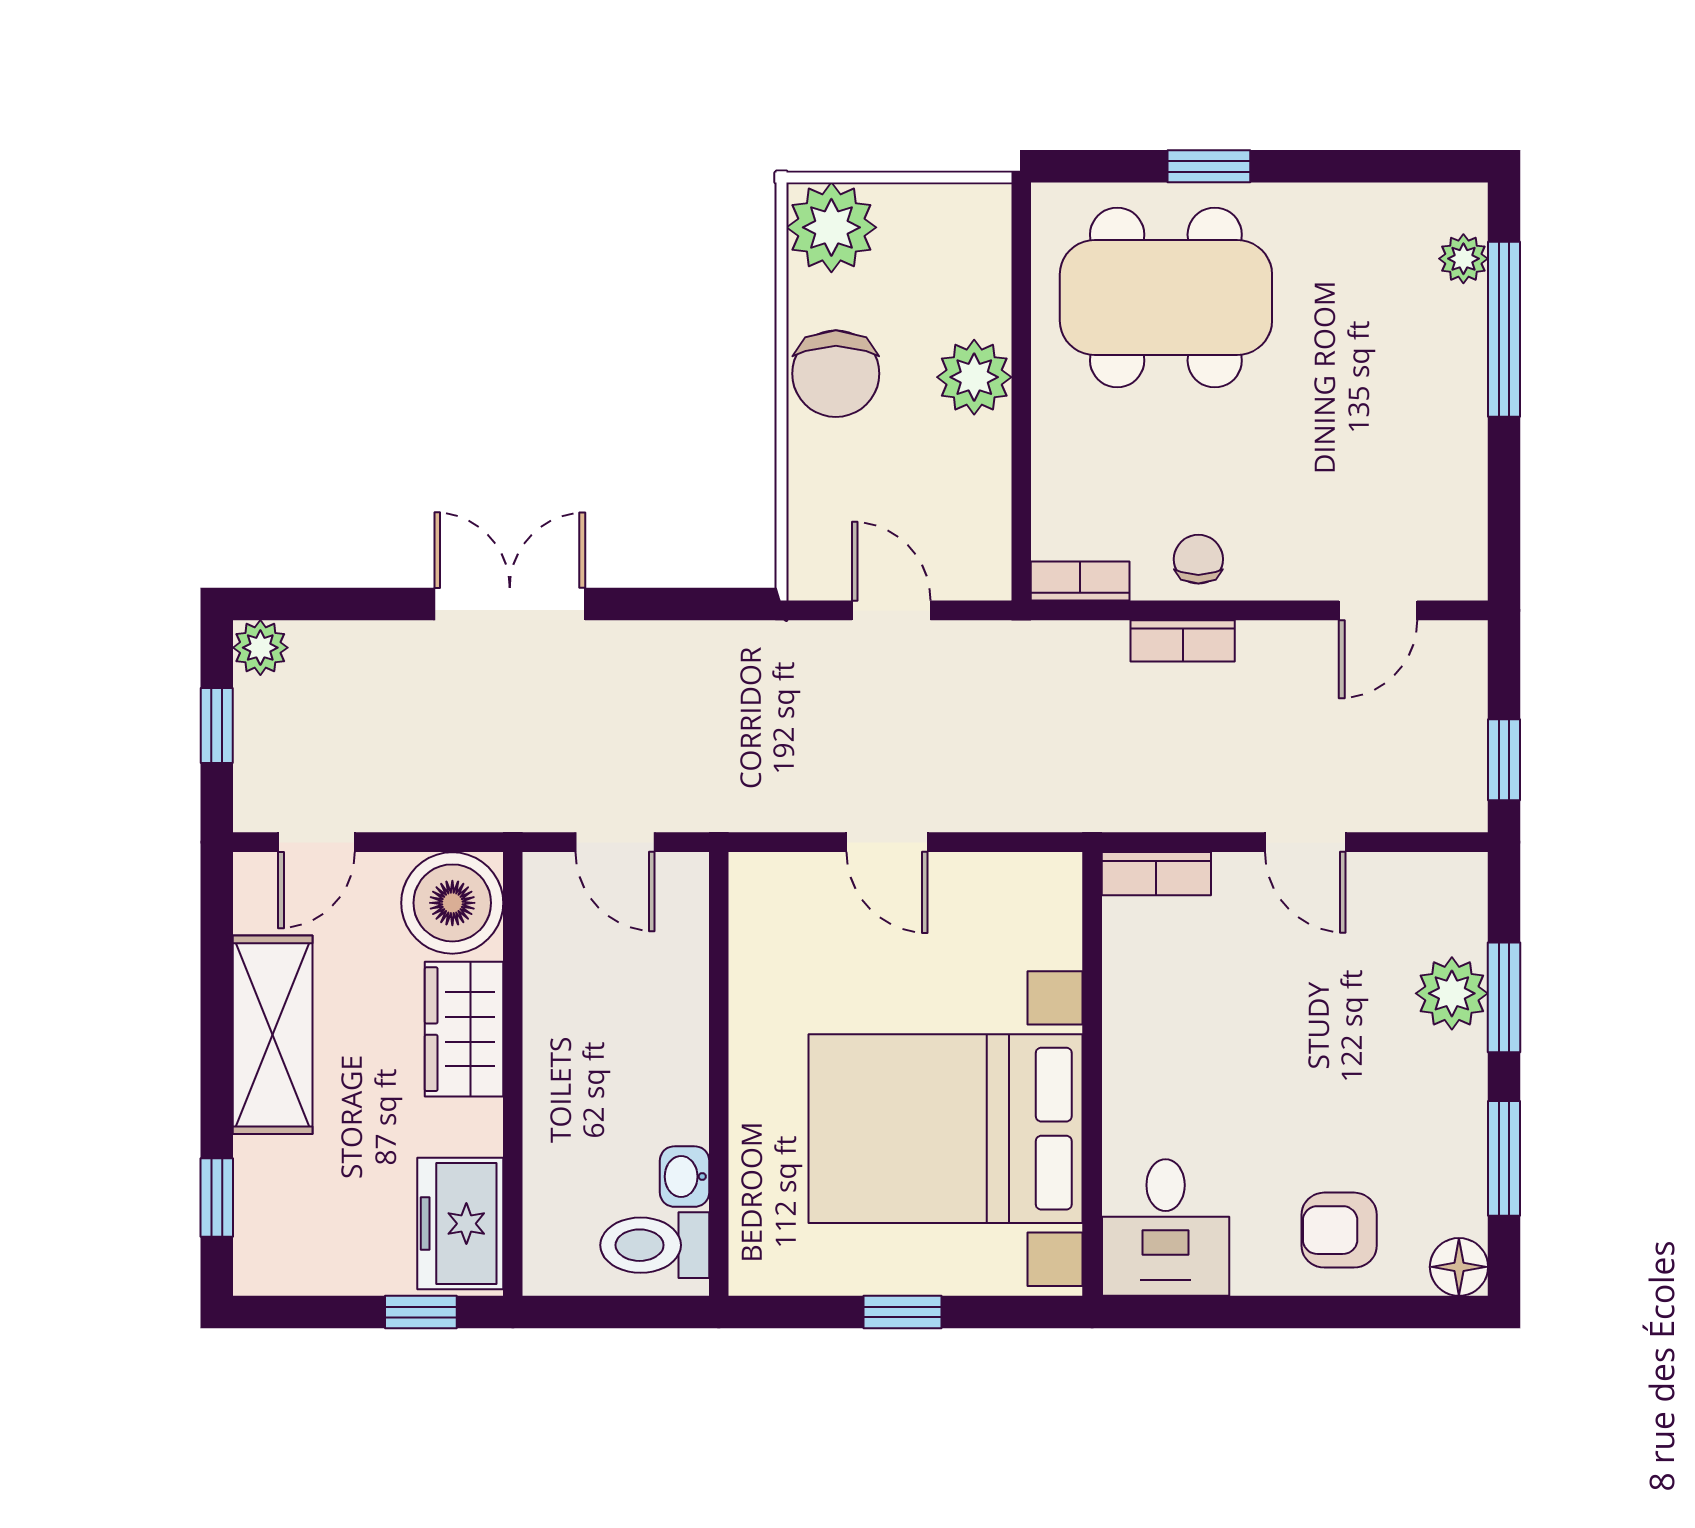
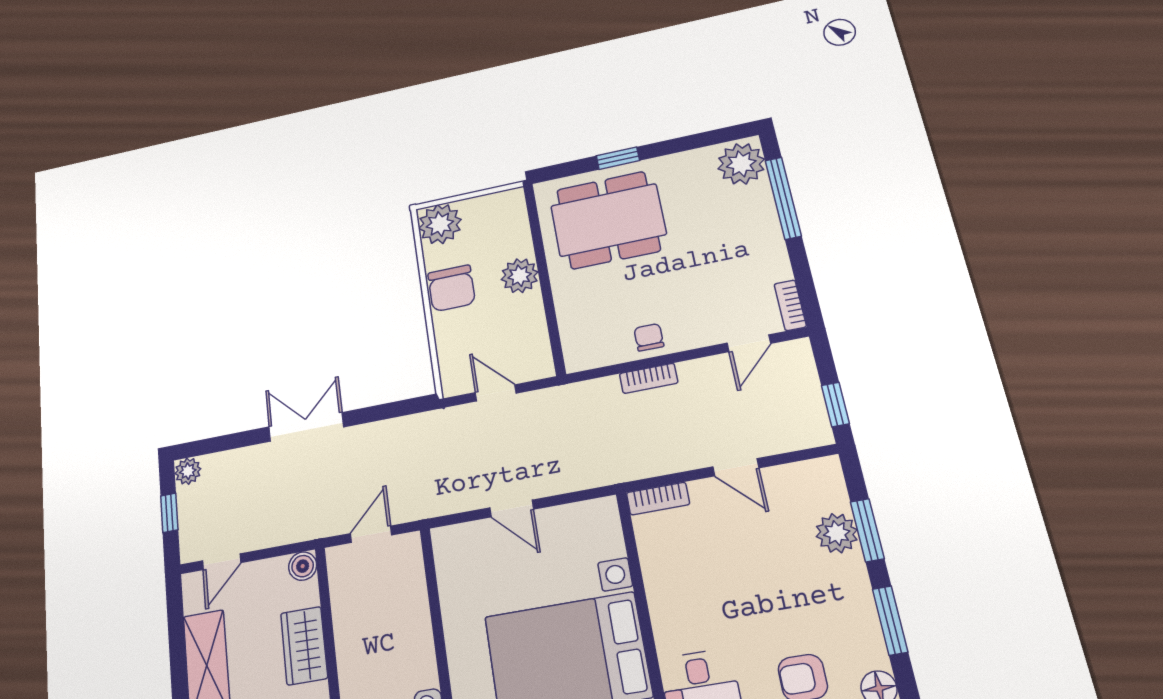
plant: (1463, 259) -> (741, 164), width x1.88, depth x1.88
bookcase: (1080, 581) -> (790, 305), moved, turned -90
door: (615, 842) -> (371, 534), swing flipped
boiler: (452, 903) -> (303, 566), width x0.54, depth x0.54

